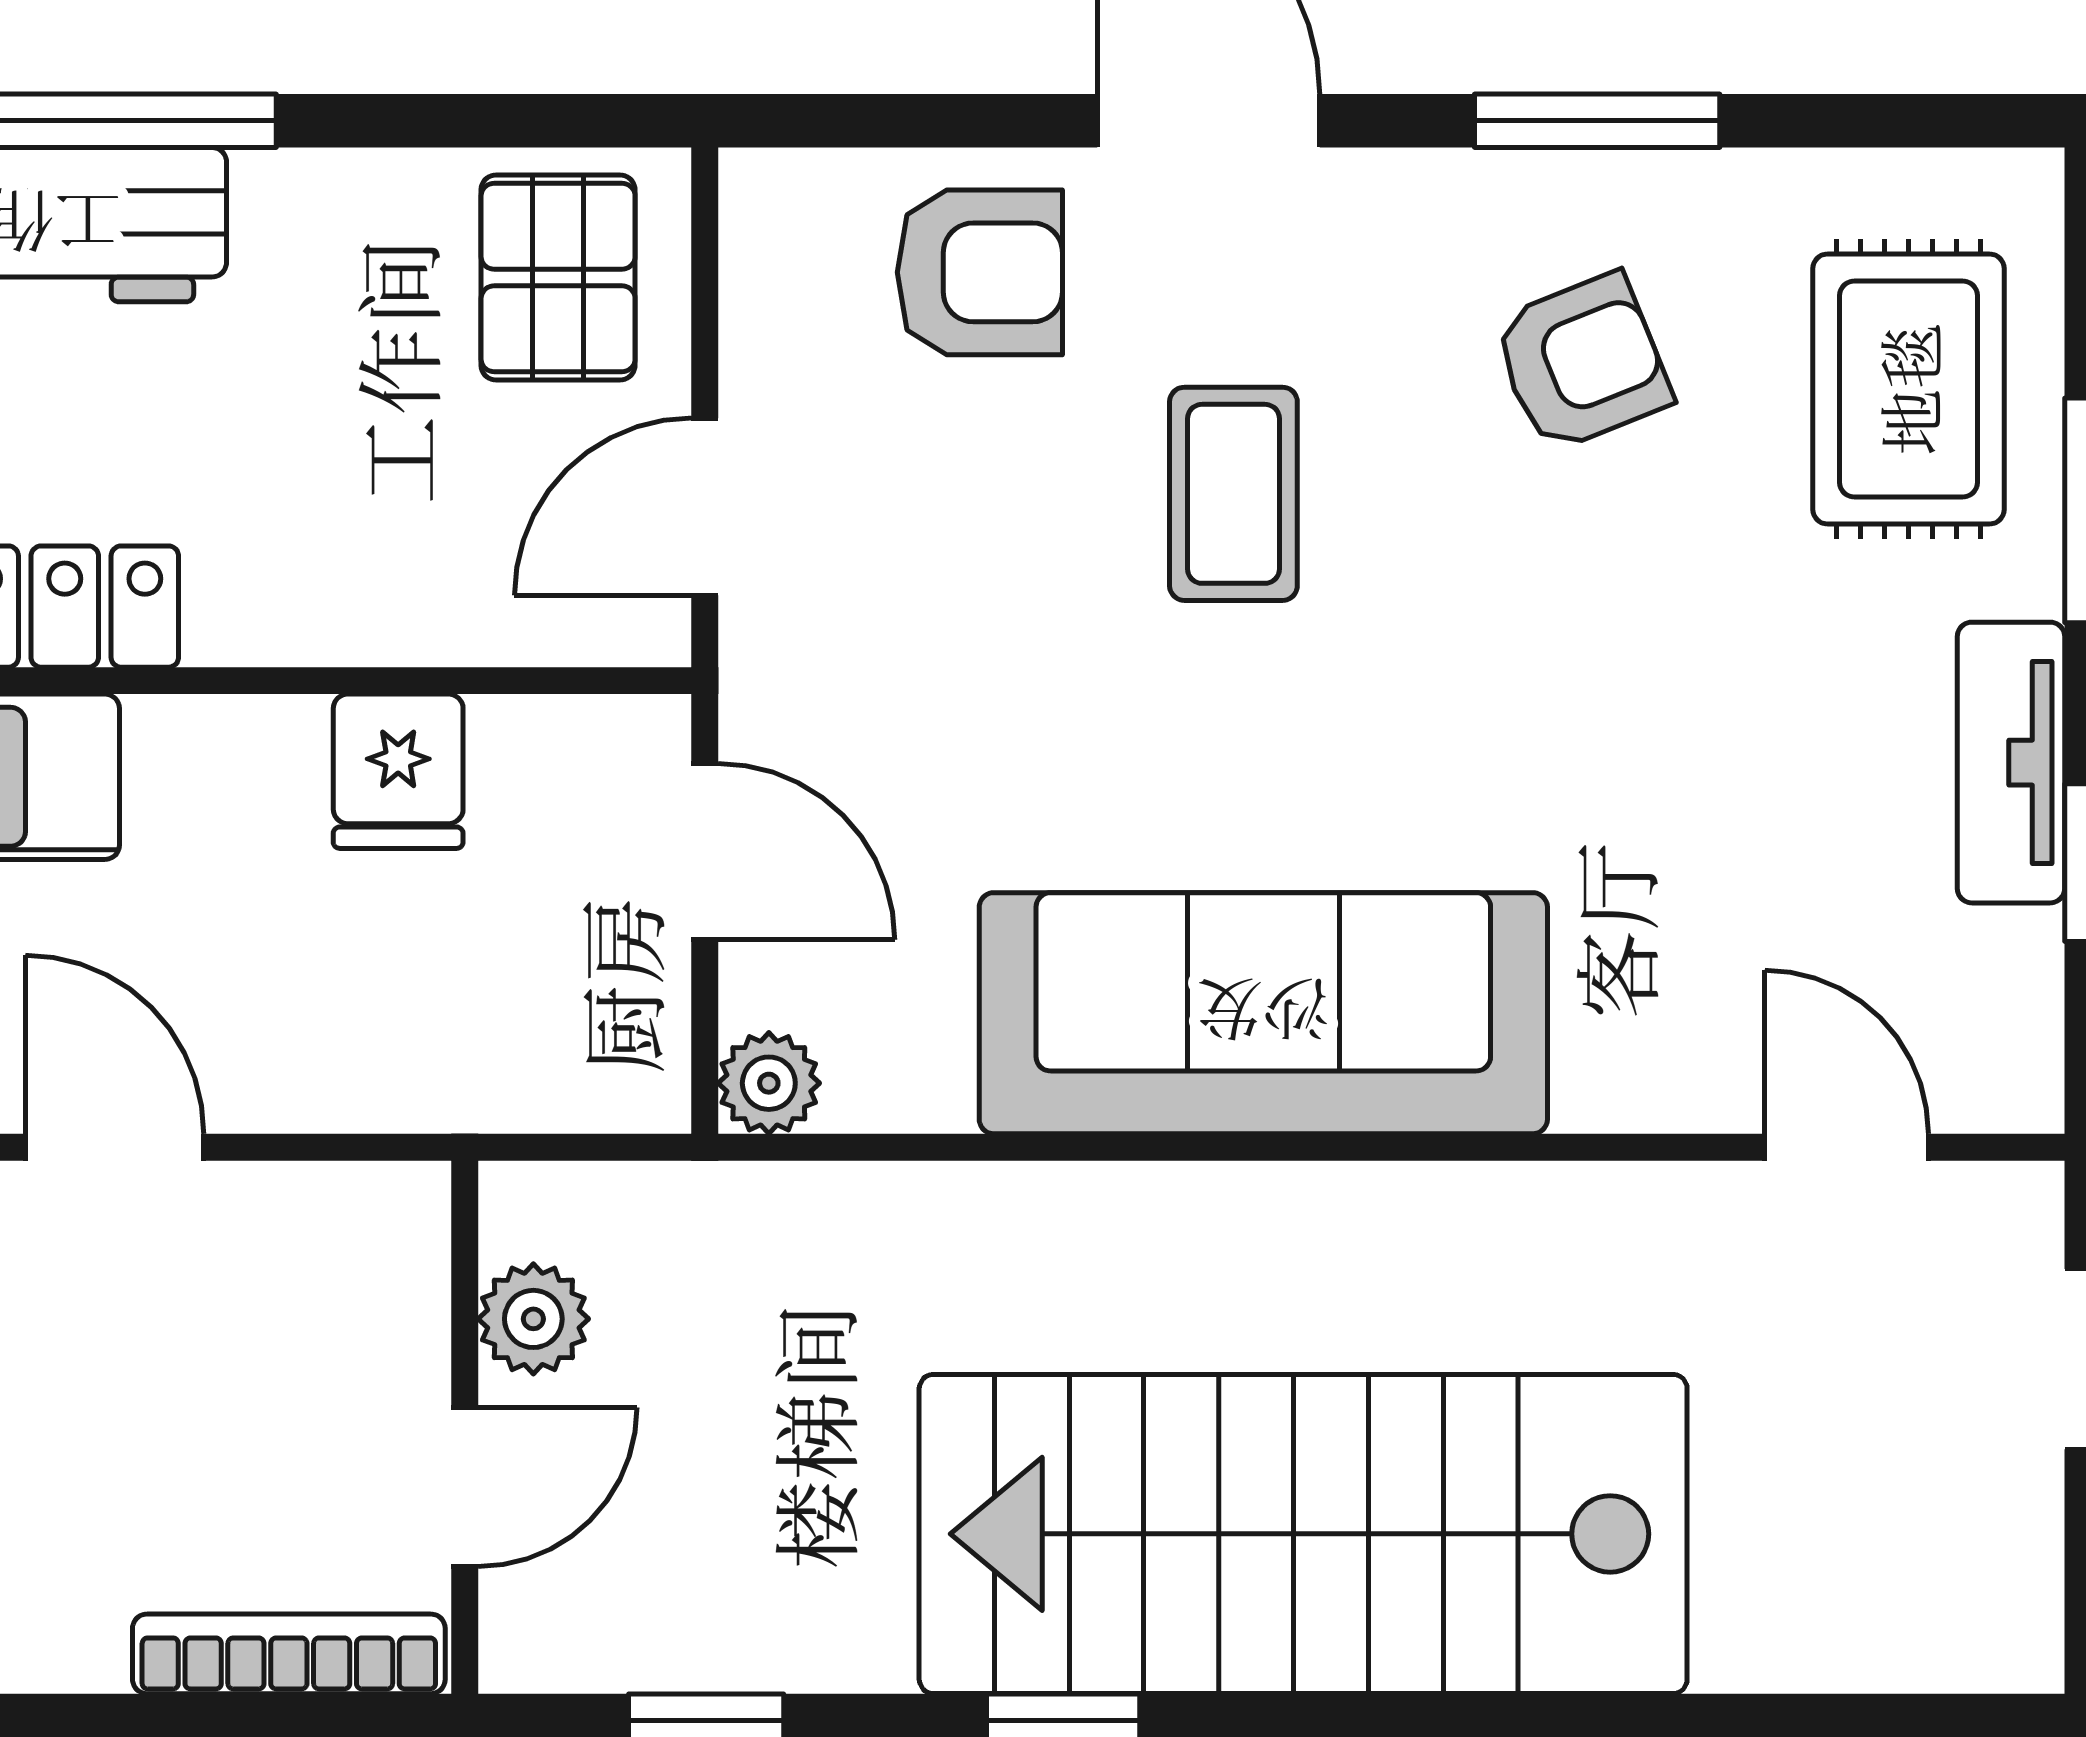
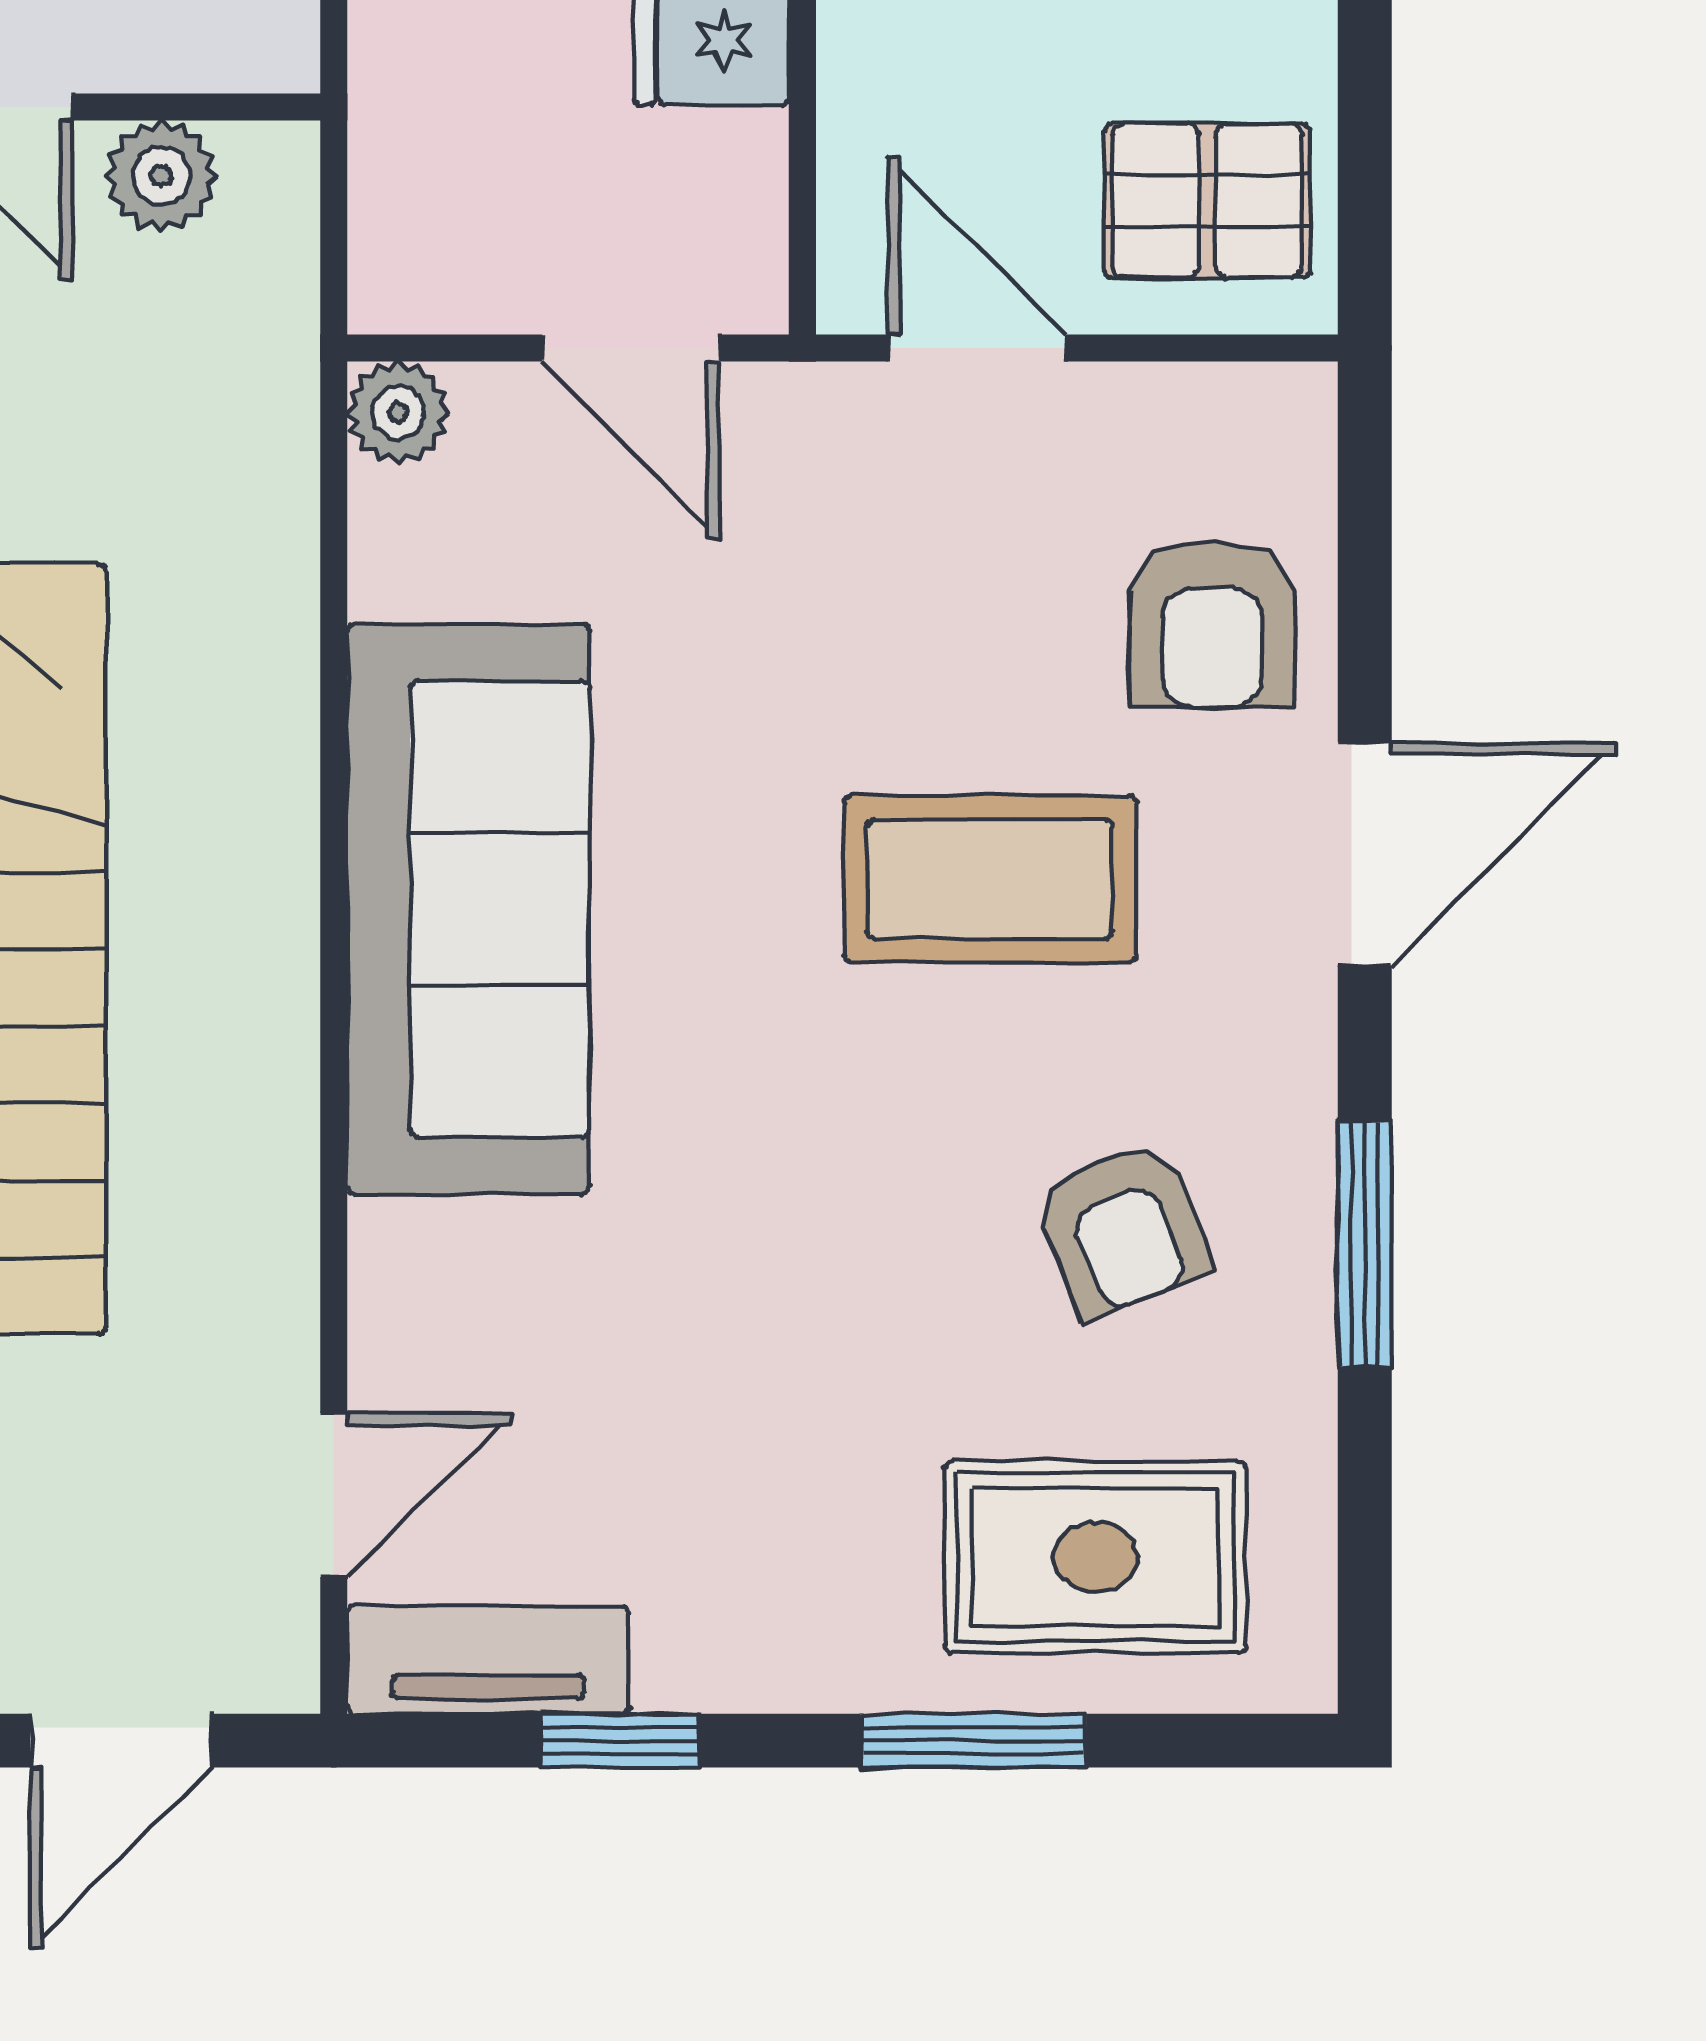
coffee table: (1233, 494) -> (990, 879), width x1.36, depth x1.30
tv unit: (2011, 763) -> (488, 1660), moved
door: (705, 852) -> (631, 348), hinge flipped

